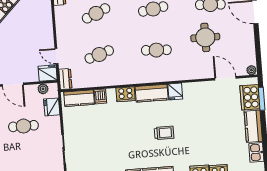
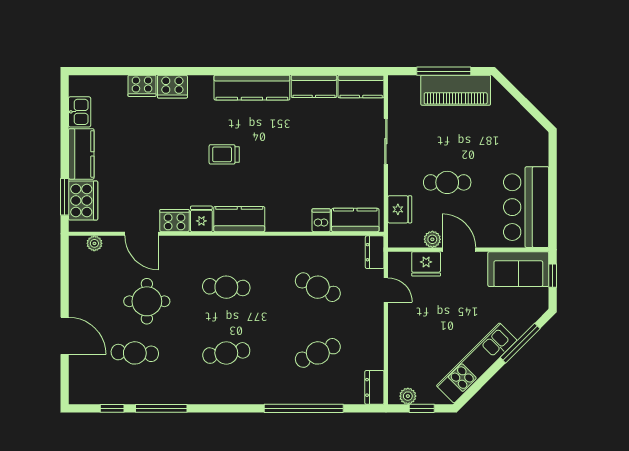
cafe table: (99, 54) -> (318, 287), turned 42
plant: (251, 70) -> (94, 243), moved
fridge: (48, 73) -> (426, 264), moved
door: (225, 78) -> (142, 234), moved
plant: (43, 89) -> (432, 239), moved
cooker: (126, 94) -> (175, 221), moved

